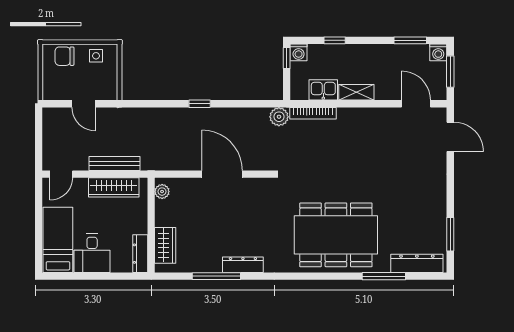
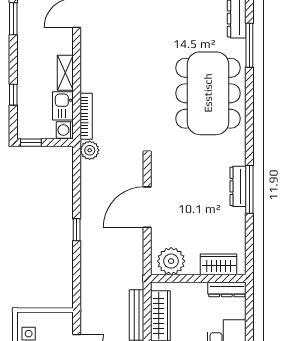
washing machine: (299, 52) -> (65, 130), moved, turned 180
plant: (162, 192) -> (171, 261), width x1.88, depth x1.88
window: (216, 276) -> (249, 189), moved

